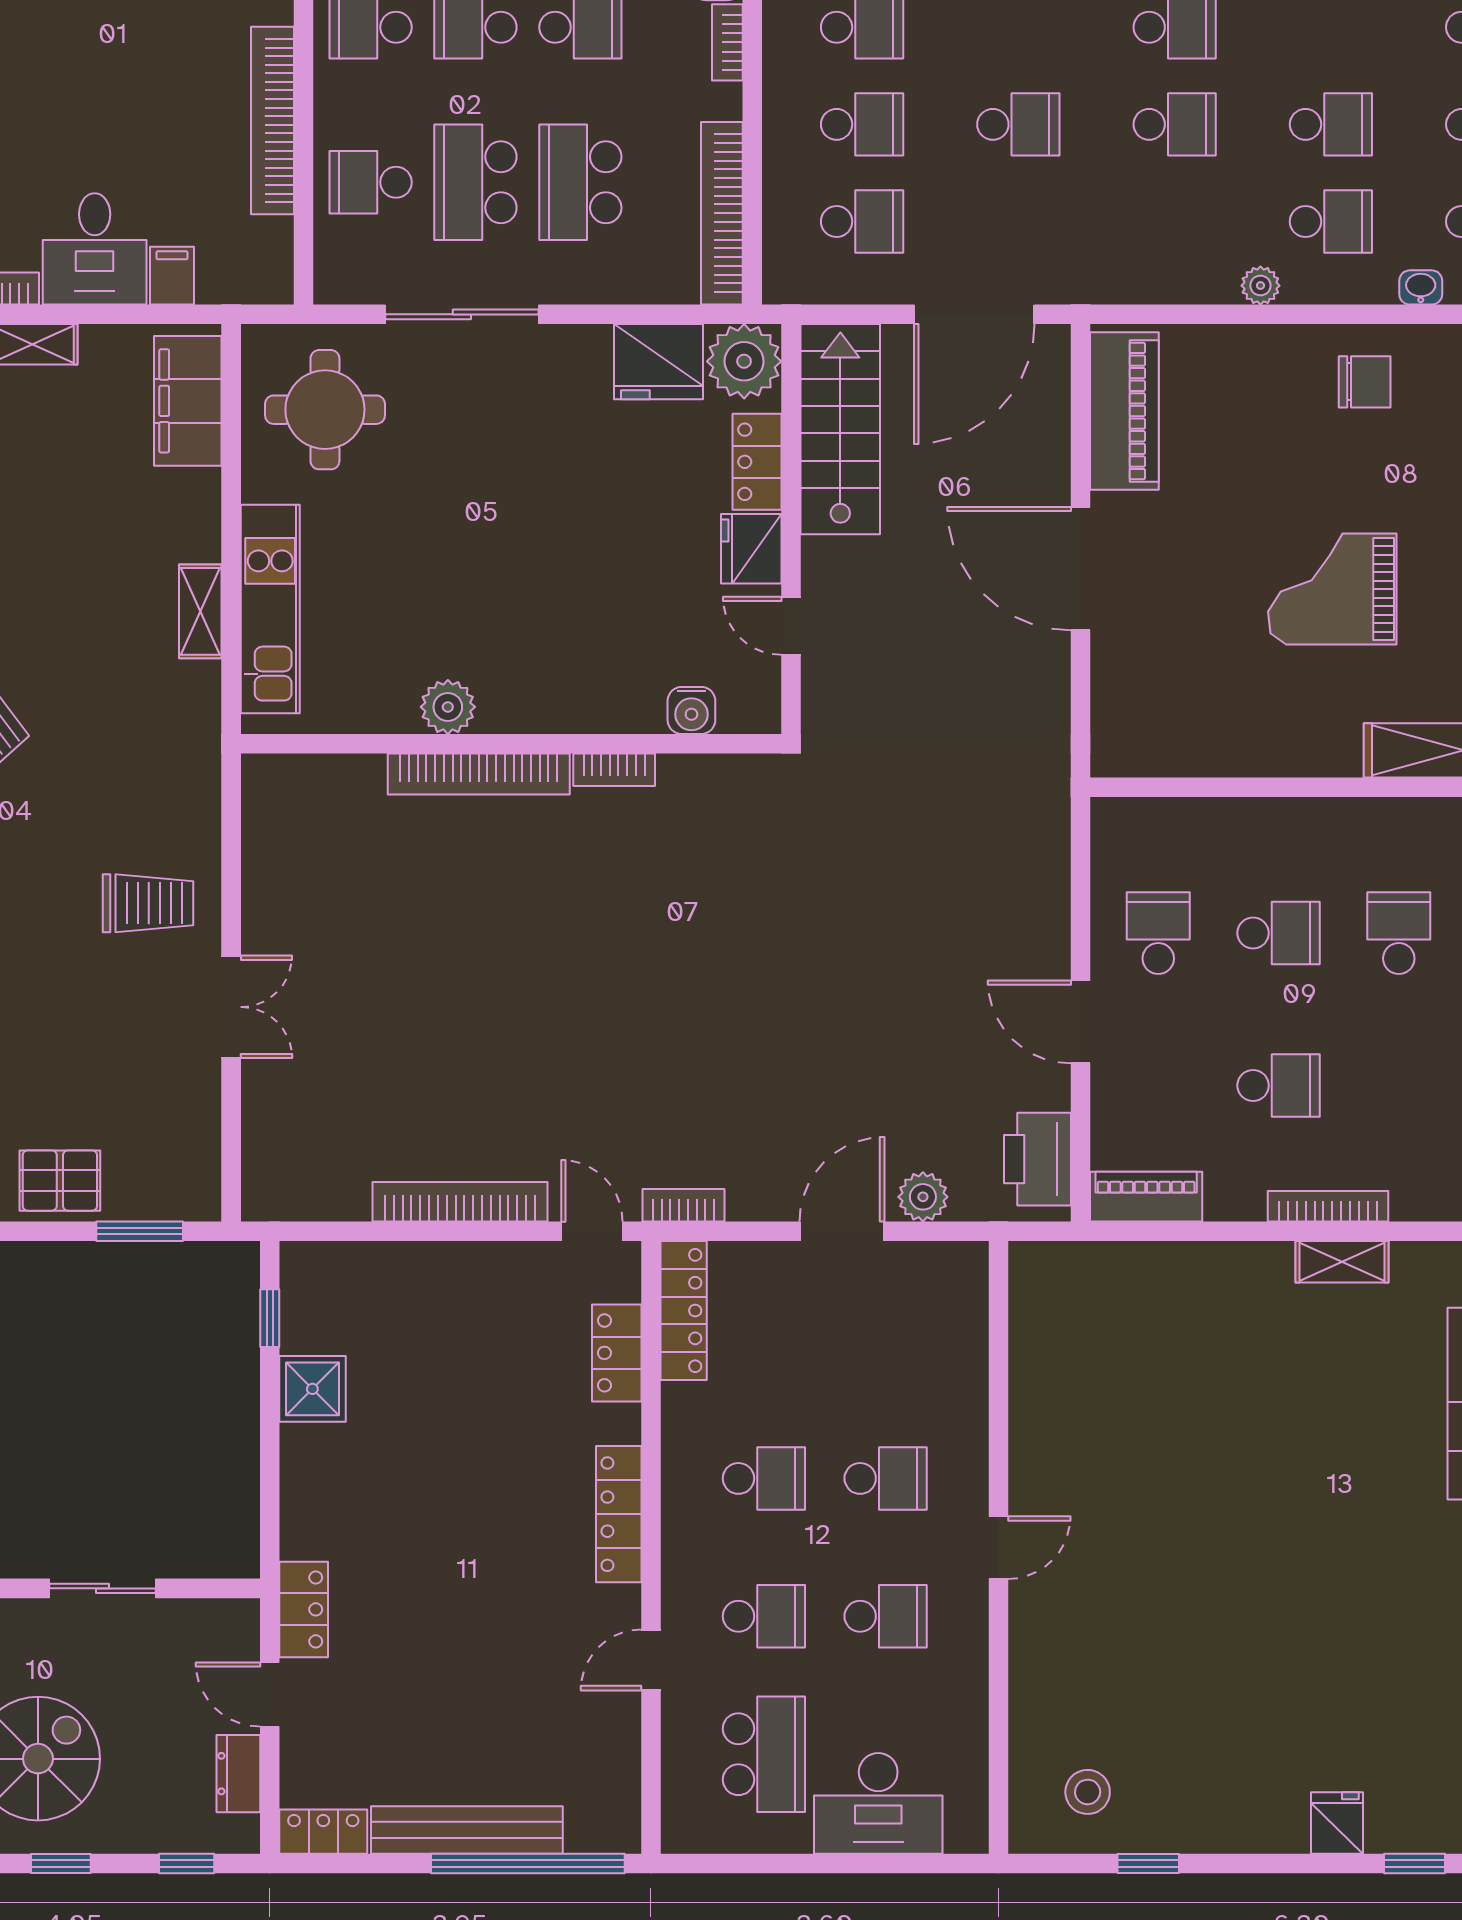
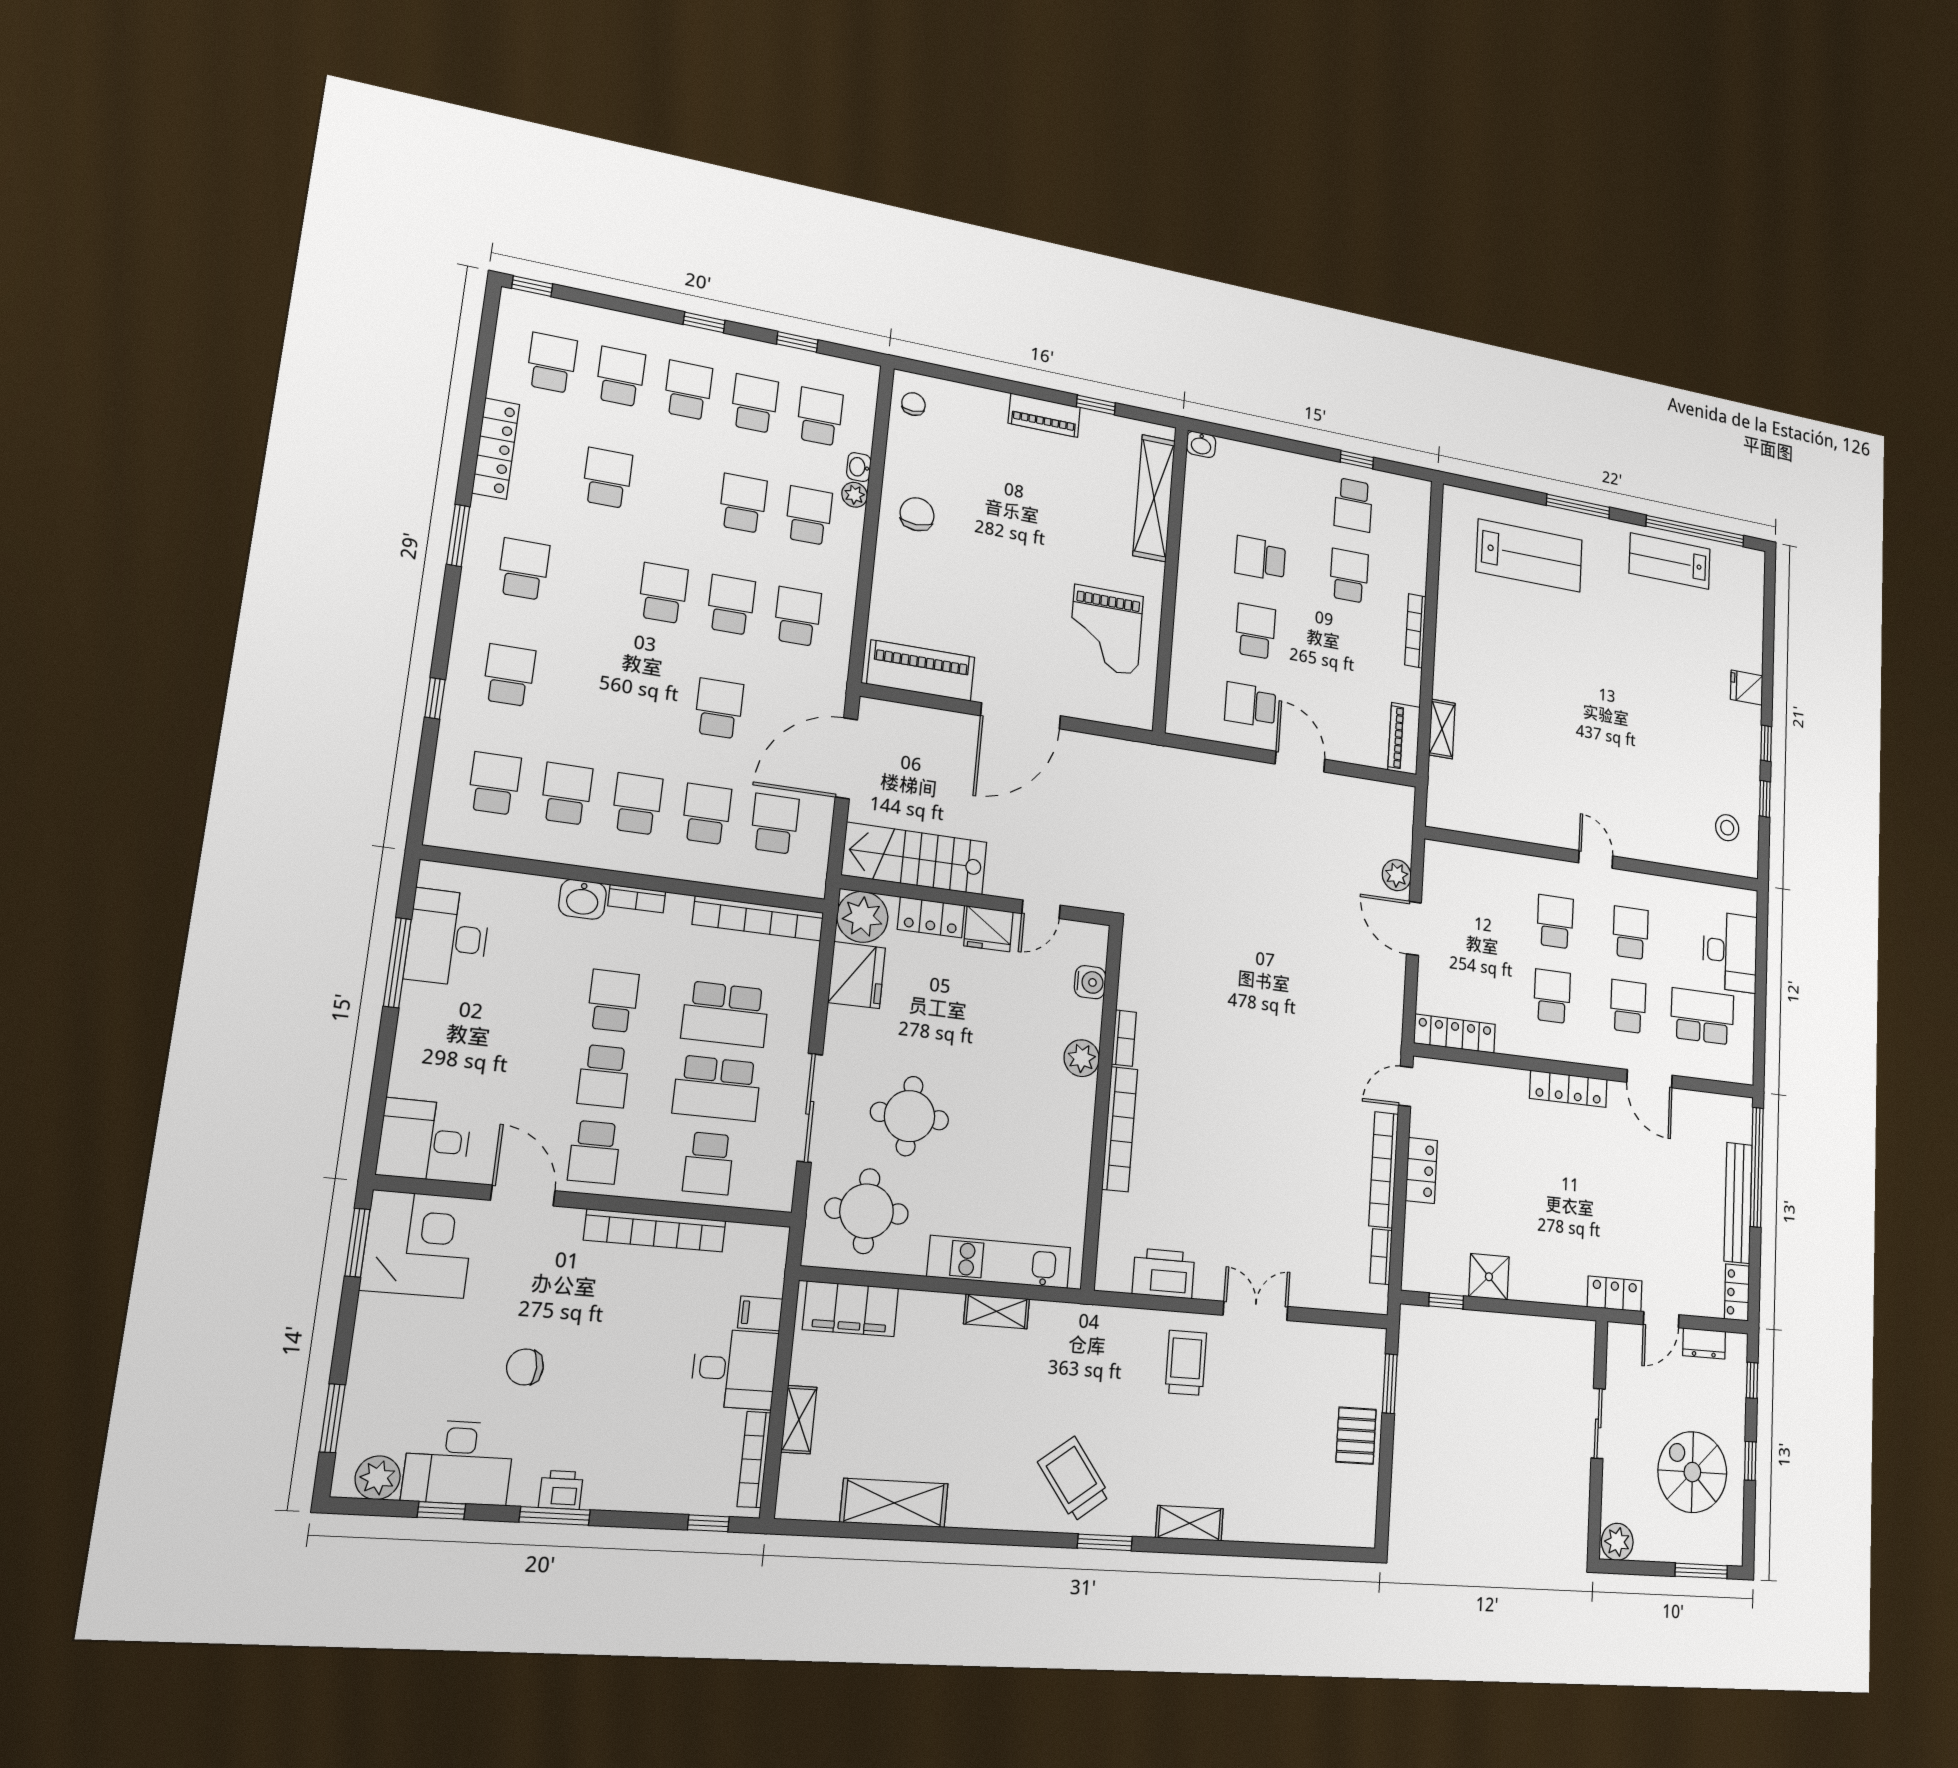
school desk: (1175, 222) -> (798, 616), added
plant: (1260, 286) -> (855, 495), moved
door: (974, 314) -> (846, 758), swing flipped
round table: (465, 458) -> (910, 1116), added
grand piano: (1332, 589) -> (1106, 630), moved
plant: (448, 707) -> (1082, 1058), moved
door: (1080, 1022) -> (1300, 762), swing flipped
school desk: (1279, 1085) -> (1349, 576), moved
printer: (1037, 1159) -> (1164, 1273), moved, turned 180
bookcase: (683, 1205) -> (1381, 1257), moved
shelving: (1342, 1262) -> (1442, 729), moved
locker: (617, 1353) -> (1421, 1170), moved, turned -90
door: (651, 1660) -> (1650, 1079), width x1.38
window: (1415, 1863) -> (1766, 743), moved

